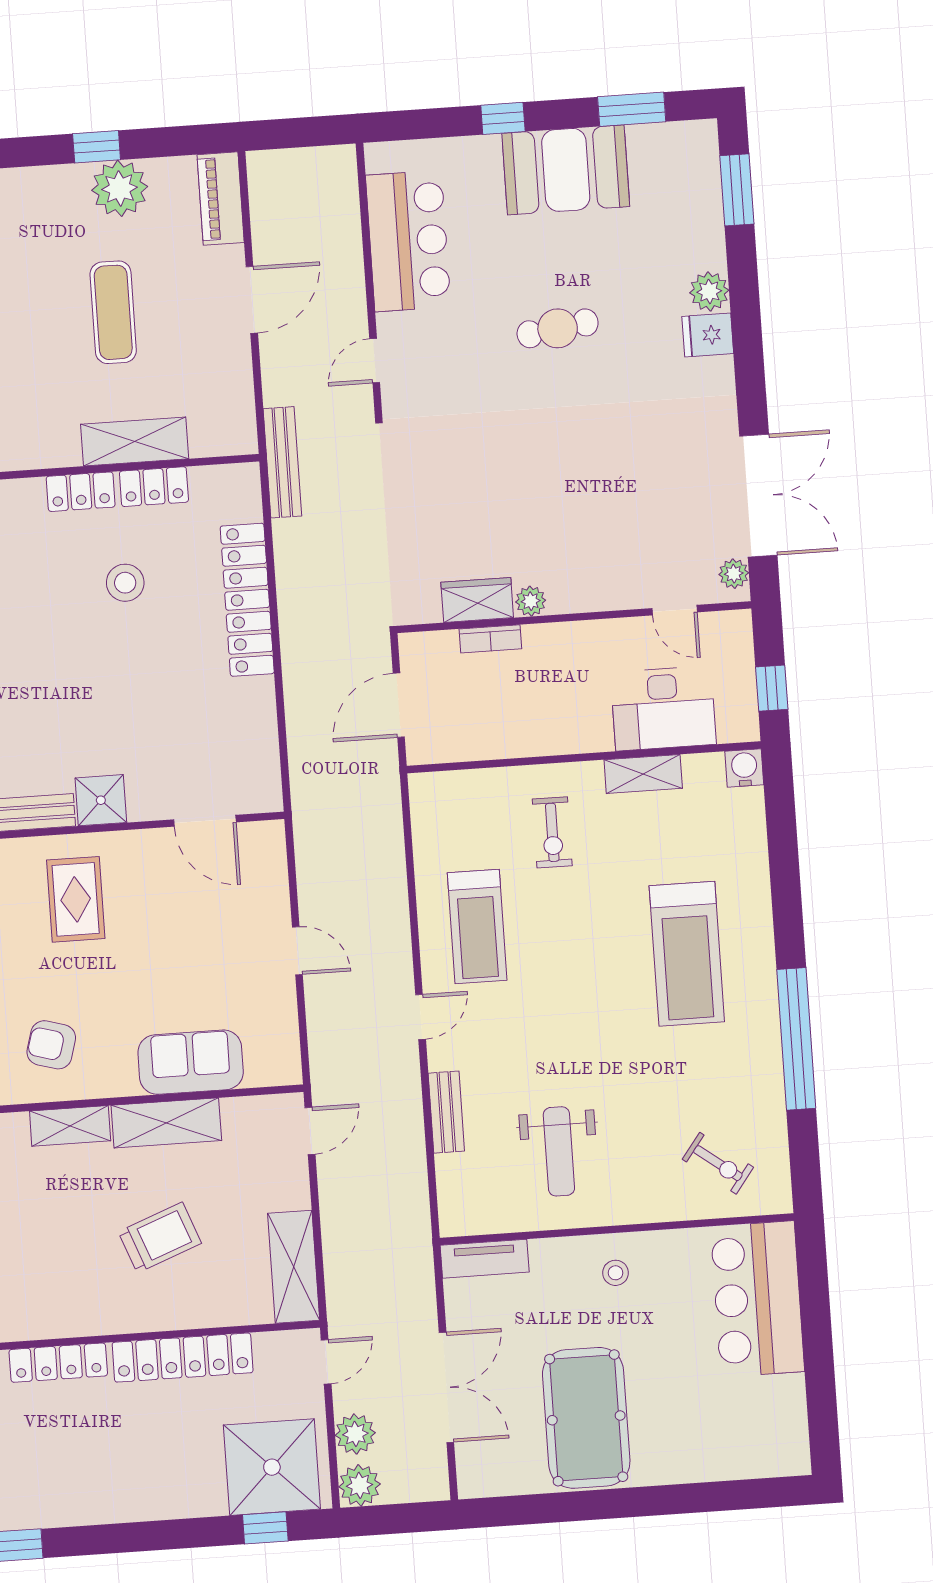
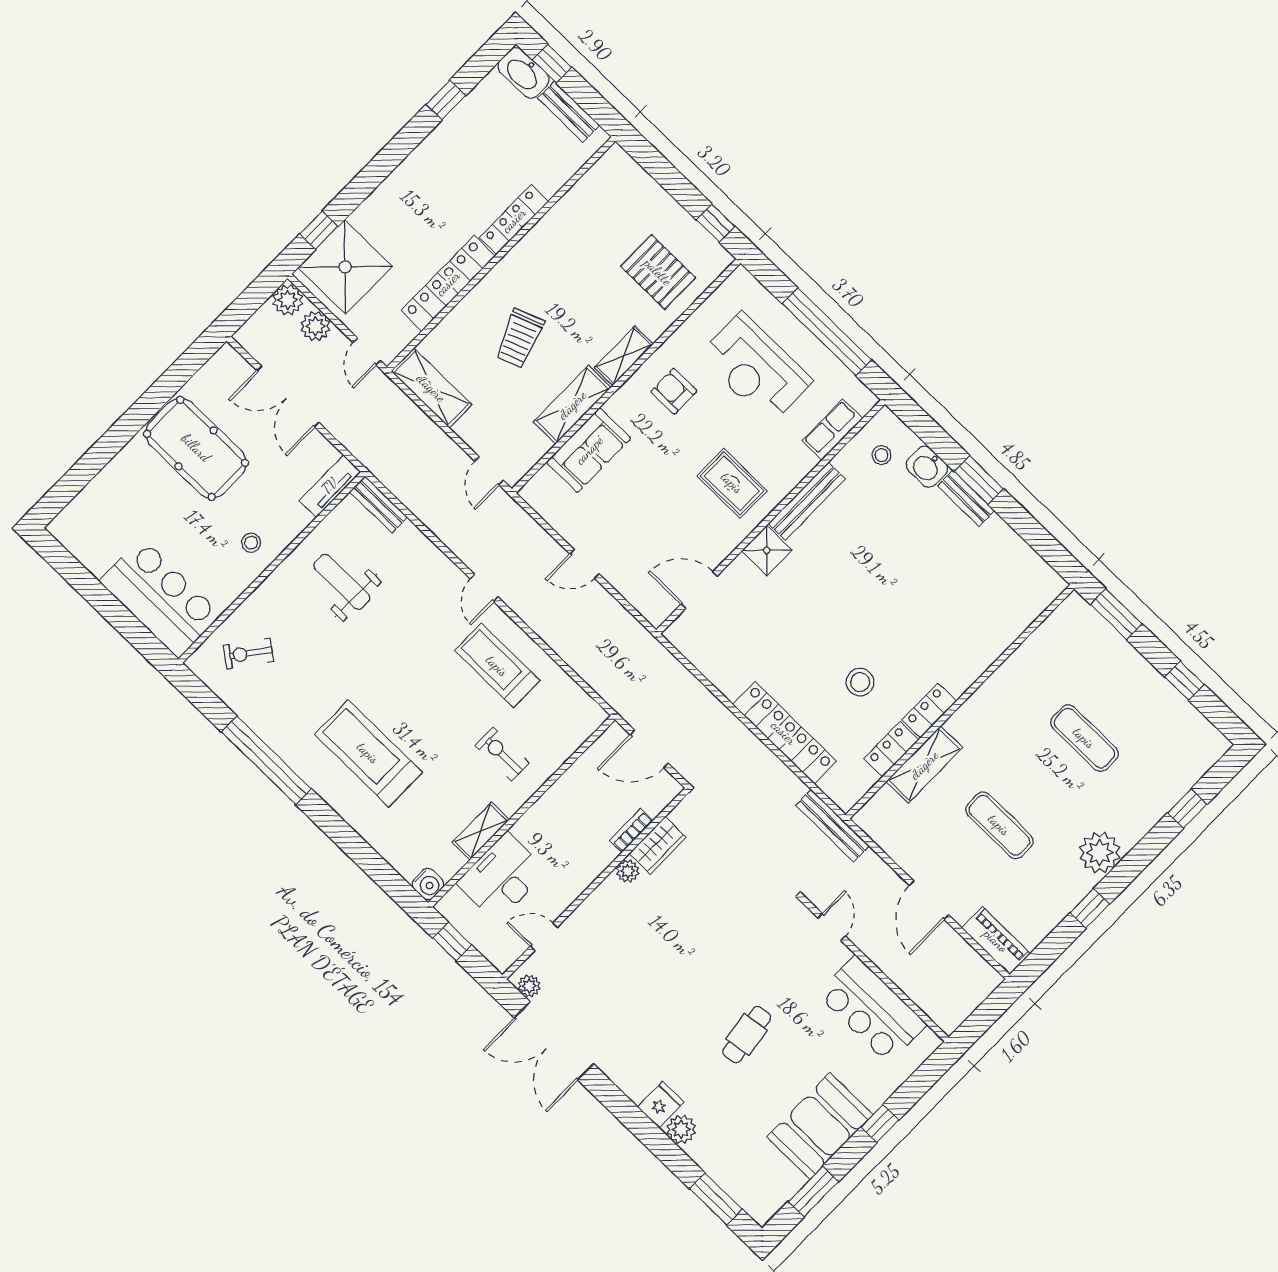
plant: (120, 188) -> (1100, 853), moved
door: (399, 705) -> (649, 749), swing flipped
armchair: (51, 1045) -> (674, 391), turned -106
bench: (446, 1112) -> (378, 504), moved

